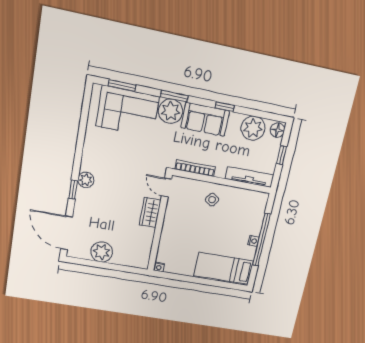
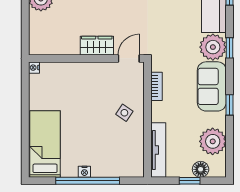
window: (174, 96) -> (229, 48), width x0.67
floor lamp: (277, 130) -> (201, 169), moved
bookcase: (195, 168) -> (156, 86), width x0.64

